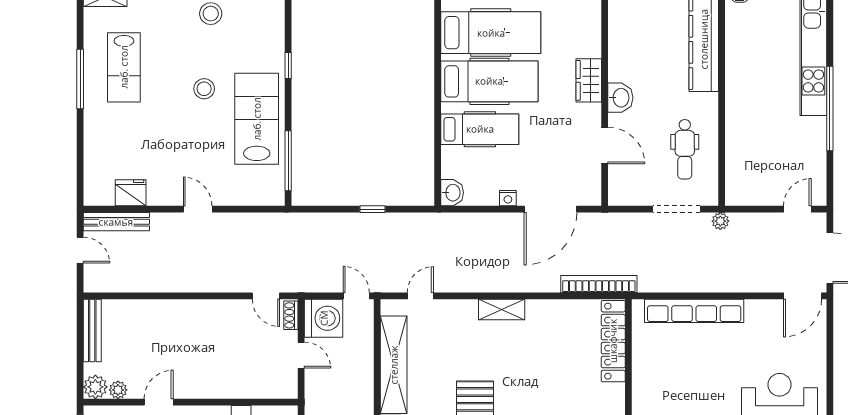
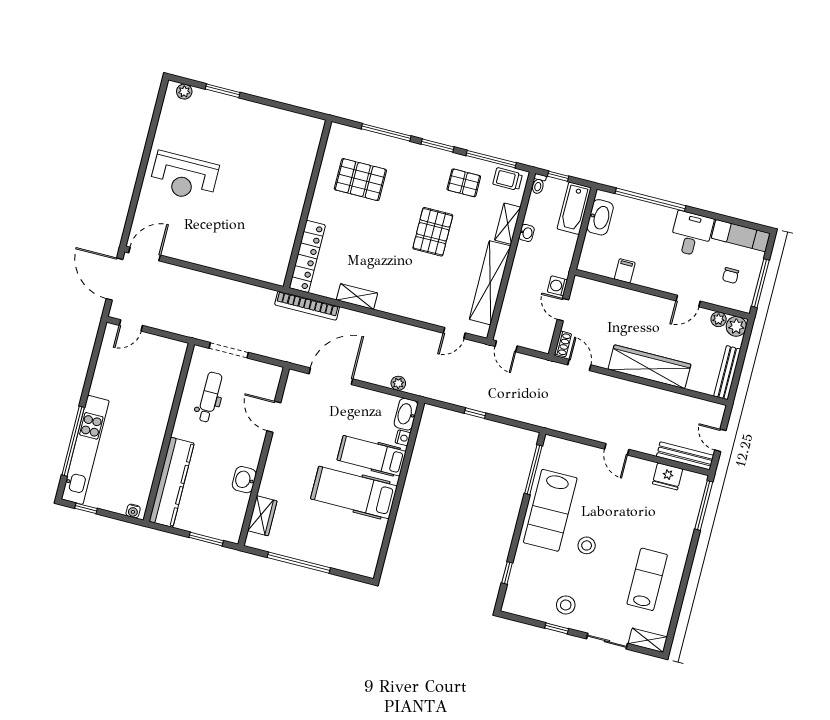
hospital bed: (491, 33) -> (343, 532), removed
window: (288, 65) -> (507, 573), moved
window: (80, 79) -> (704, 505), moved
wardrobe: (589, 80) -> (262, 516), moved
washbasin: (620, 98) -> (244, 480), moved
window: (830, 108) -> (73, 441), moved
washbasin: (452, 193) -> (406, 414), width x1.38
nightstand: (508, 198) -> (403, 438), moved, turned 90
plant: (720, 221) -> (398, 383), moved
shelving: (502, 309) -> (357, 296), moved
row of seats: (694, 311) -> (235, 264), removed
wardrobe: (184, 314) -> (650, 367), added
washing machine: (324, 318) -> (557, 286), moved, width x0.53, depth x0.53

